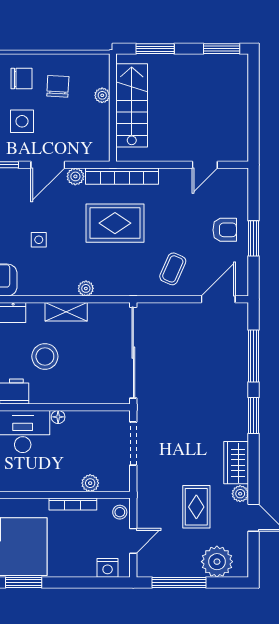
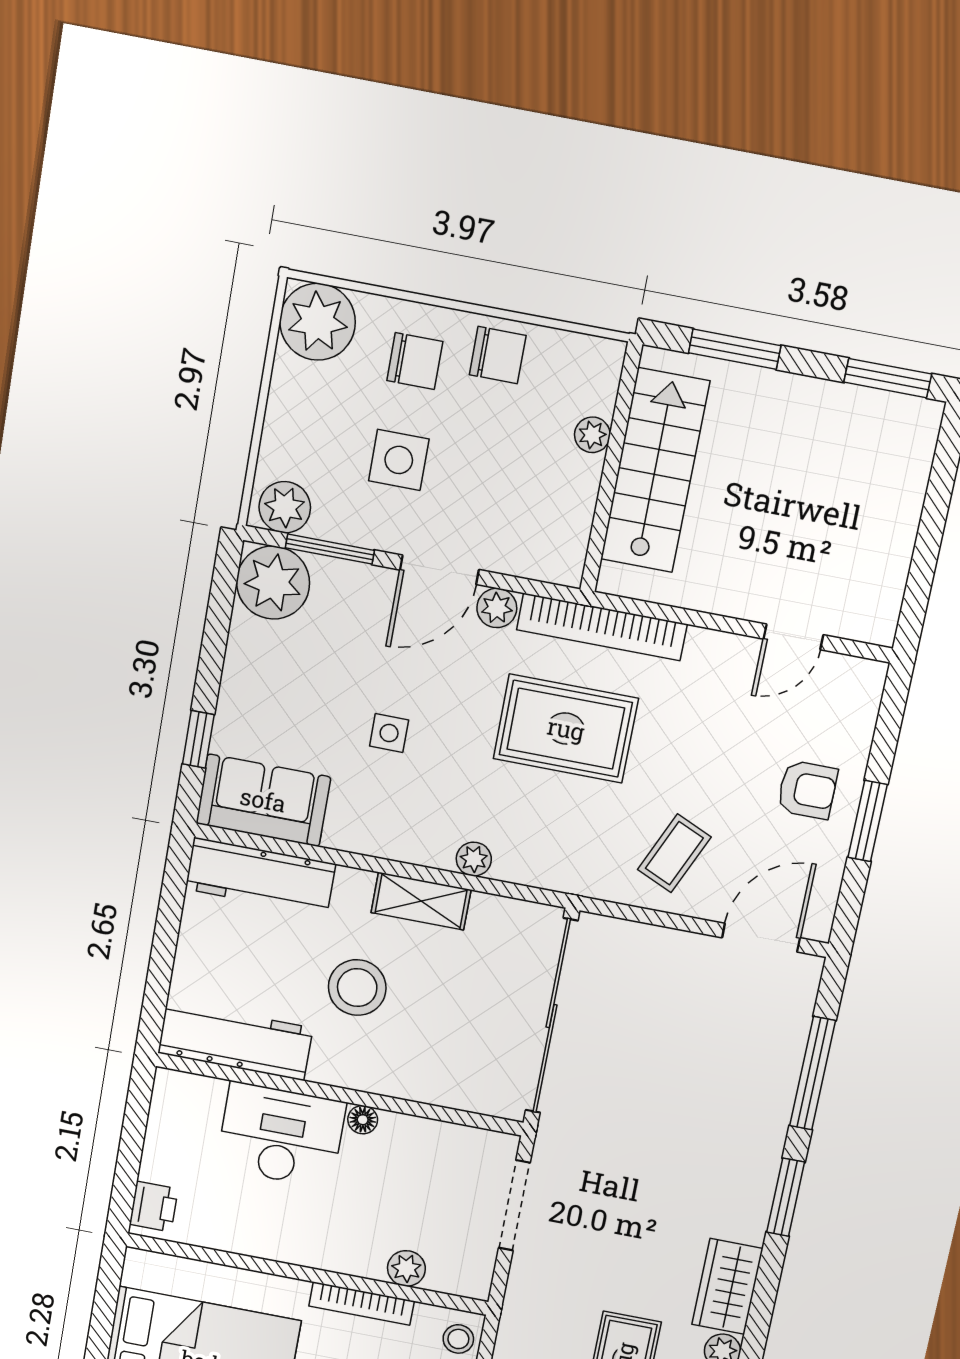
chair: (58, 86) -> (498, 355), moved, turned 87

